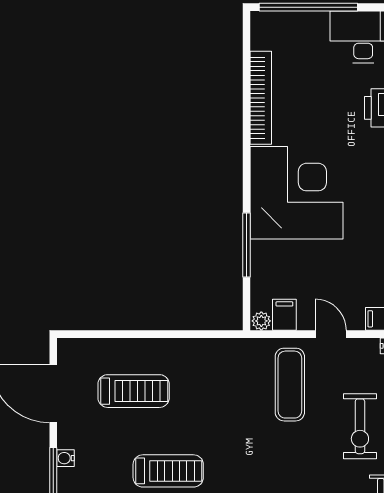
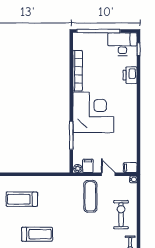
treadmill: (134, 391) -> (22, 199), turned 180
exercise bike: (360, 426) -> (121, 215), turned 180

